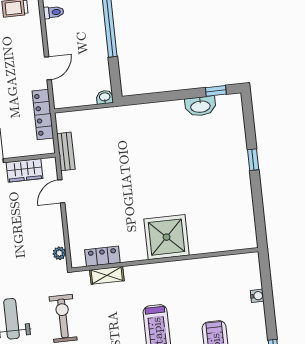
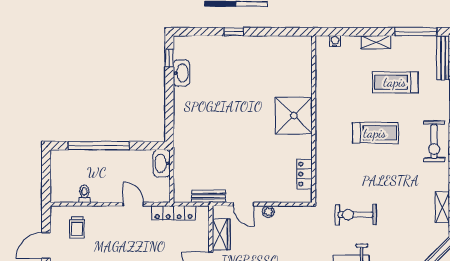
washbasin: (105, 97) -> (162, 163), width x1.91, depth x1.45
plant: (59, 253) -> (268, 212), moved
shelving: (107, 275) -> (376, 42), moved, turned 90
water cooler: (257, 296) -> (335, 41), moved

